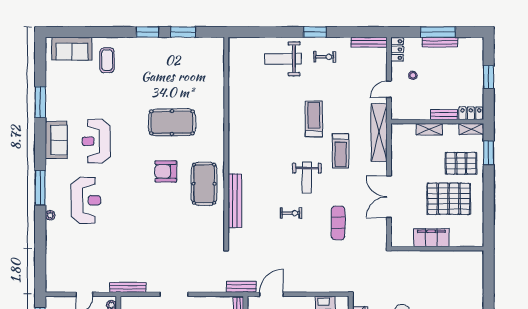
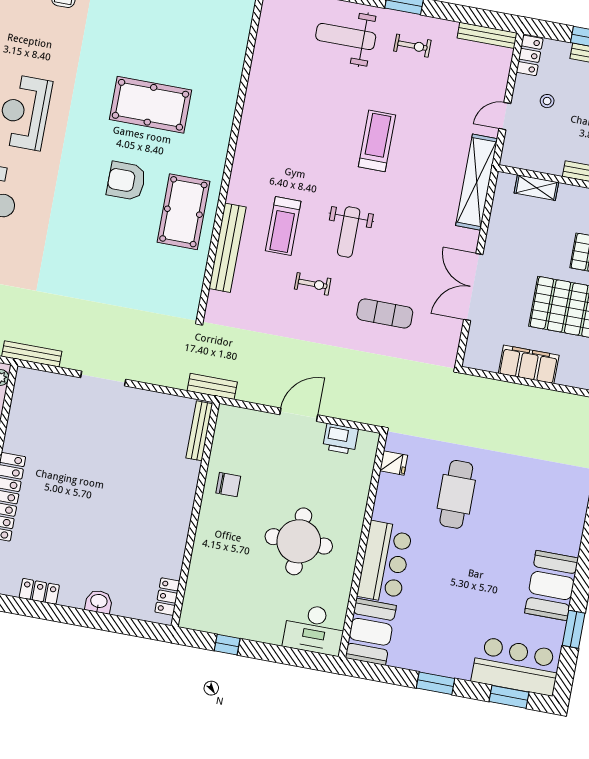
shelving: (429, 129) -> (536, 188), moved
treadmill: (341, 151) -> (283, 226), moved
exercise mat: (338, 223) -> (385, 313), turned 90
door: (271, 294) -> (299, 415), moved

